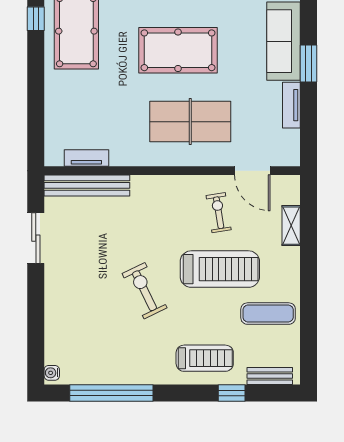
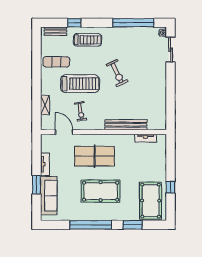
window: (36, 19) -> (170, 187), moved
bench: (87, 185) -> (126, 125), moved
sliding door: (36, 238) -> (170, 50), moved
treadmill: (220, 269) -> (80, 84), turned 180
treadmill: (205, 358) -> (87, 40), turned 180

